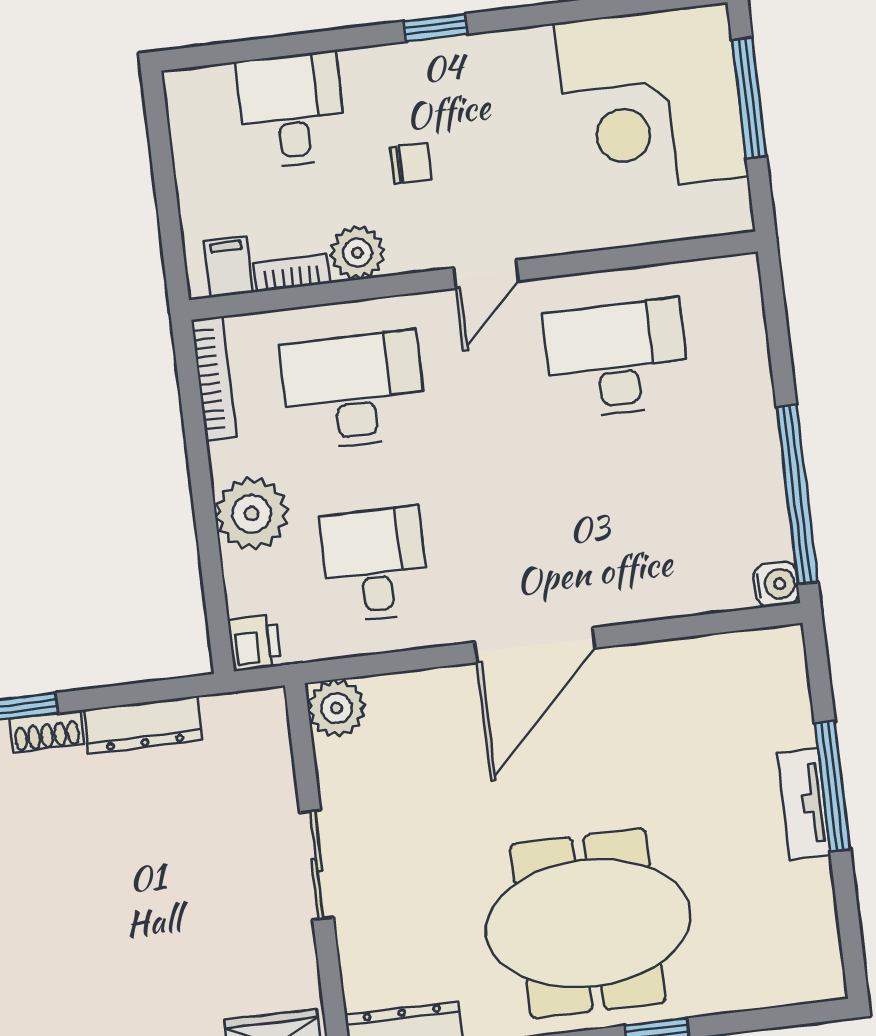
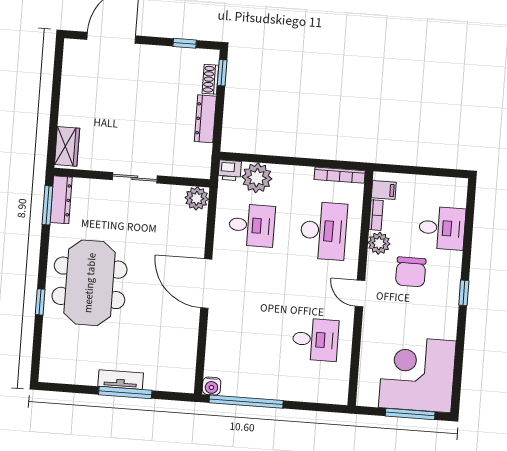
chair: (411, 164) -> (411, 272), width x1.87, depth x1.87
desk: (617, 359) -> (315, 340), width x0.73
plant: (252, 514) -> (257, 178), moved

